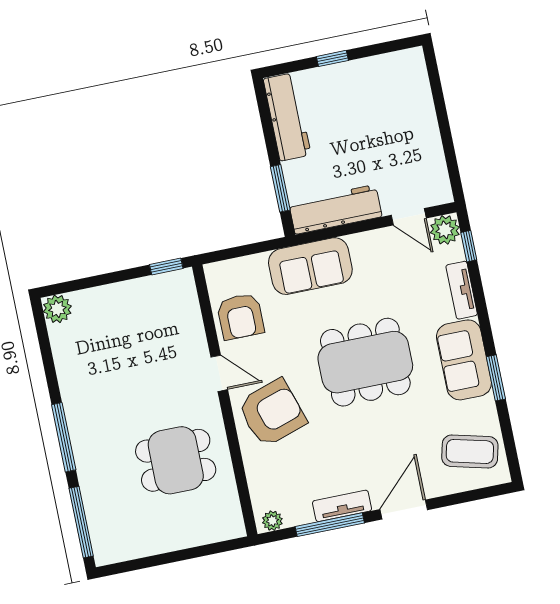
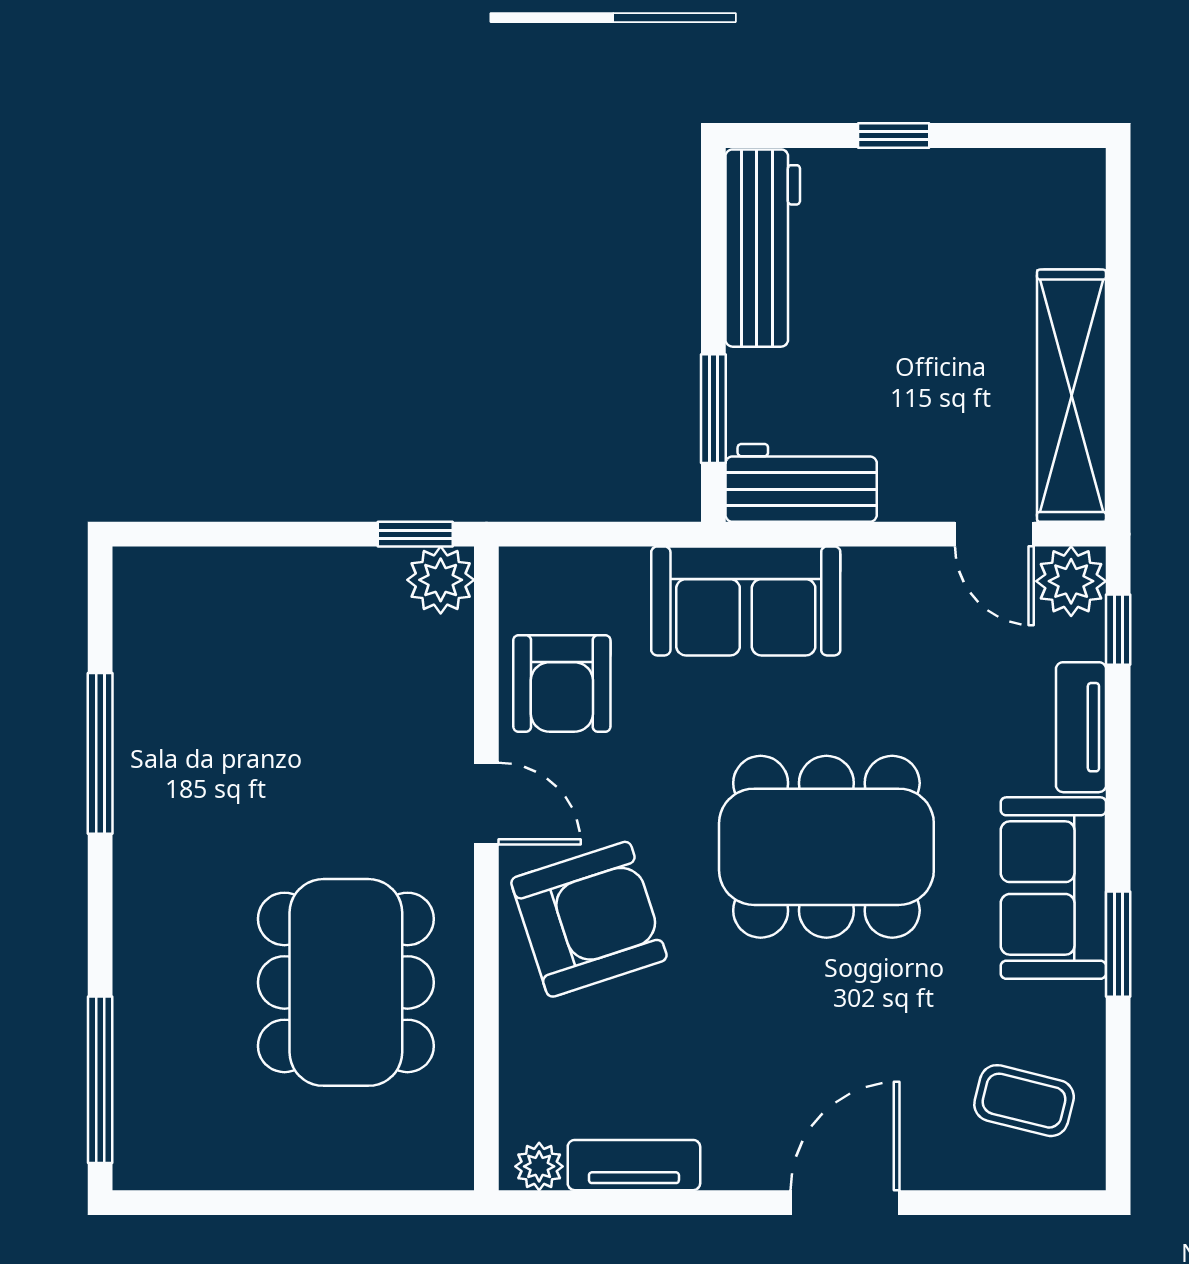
shelving: (429, 152) -> (1071, 396), added
workbench: (335, 209) -> (801, 483), width x0.73
plant: (57, 309) -> (441, 580), moved
window: (64, 437) -> (100, 753), moved
coffee table: (470, 451) -> (1024, 1101), width x0.73, depth x0.77
dining table: (176, 460) -> (346, 982), width x1.38
tv unit: (342, 506) -> (634, 1165), moved
window: (330, 525) -> (668, 1203), removed

